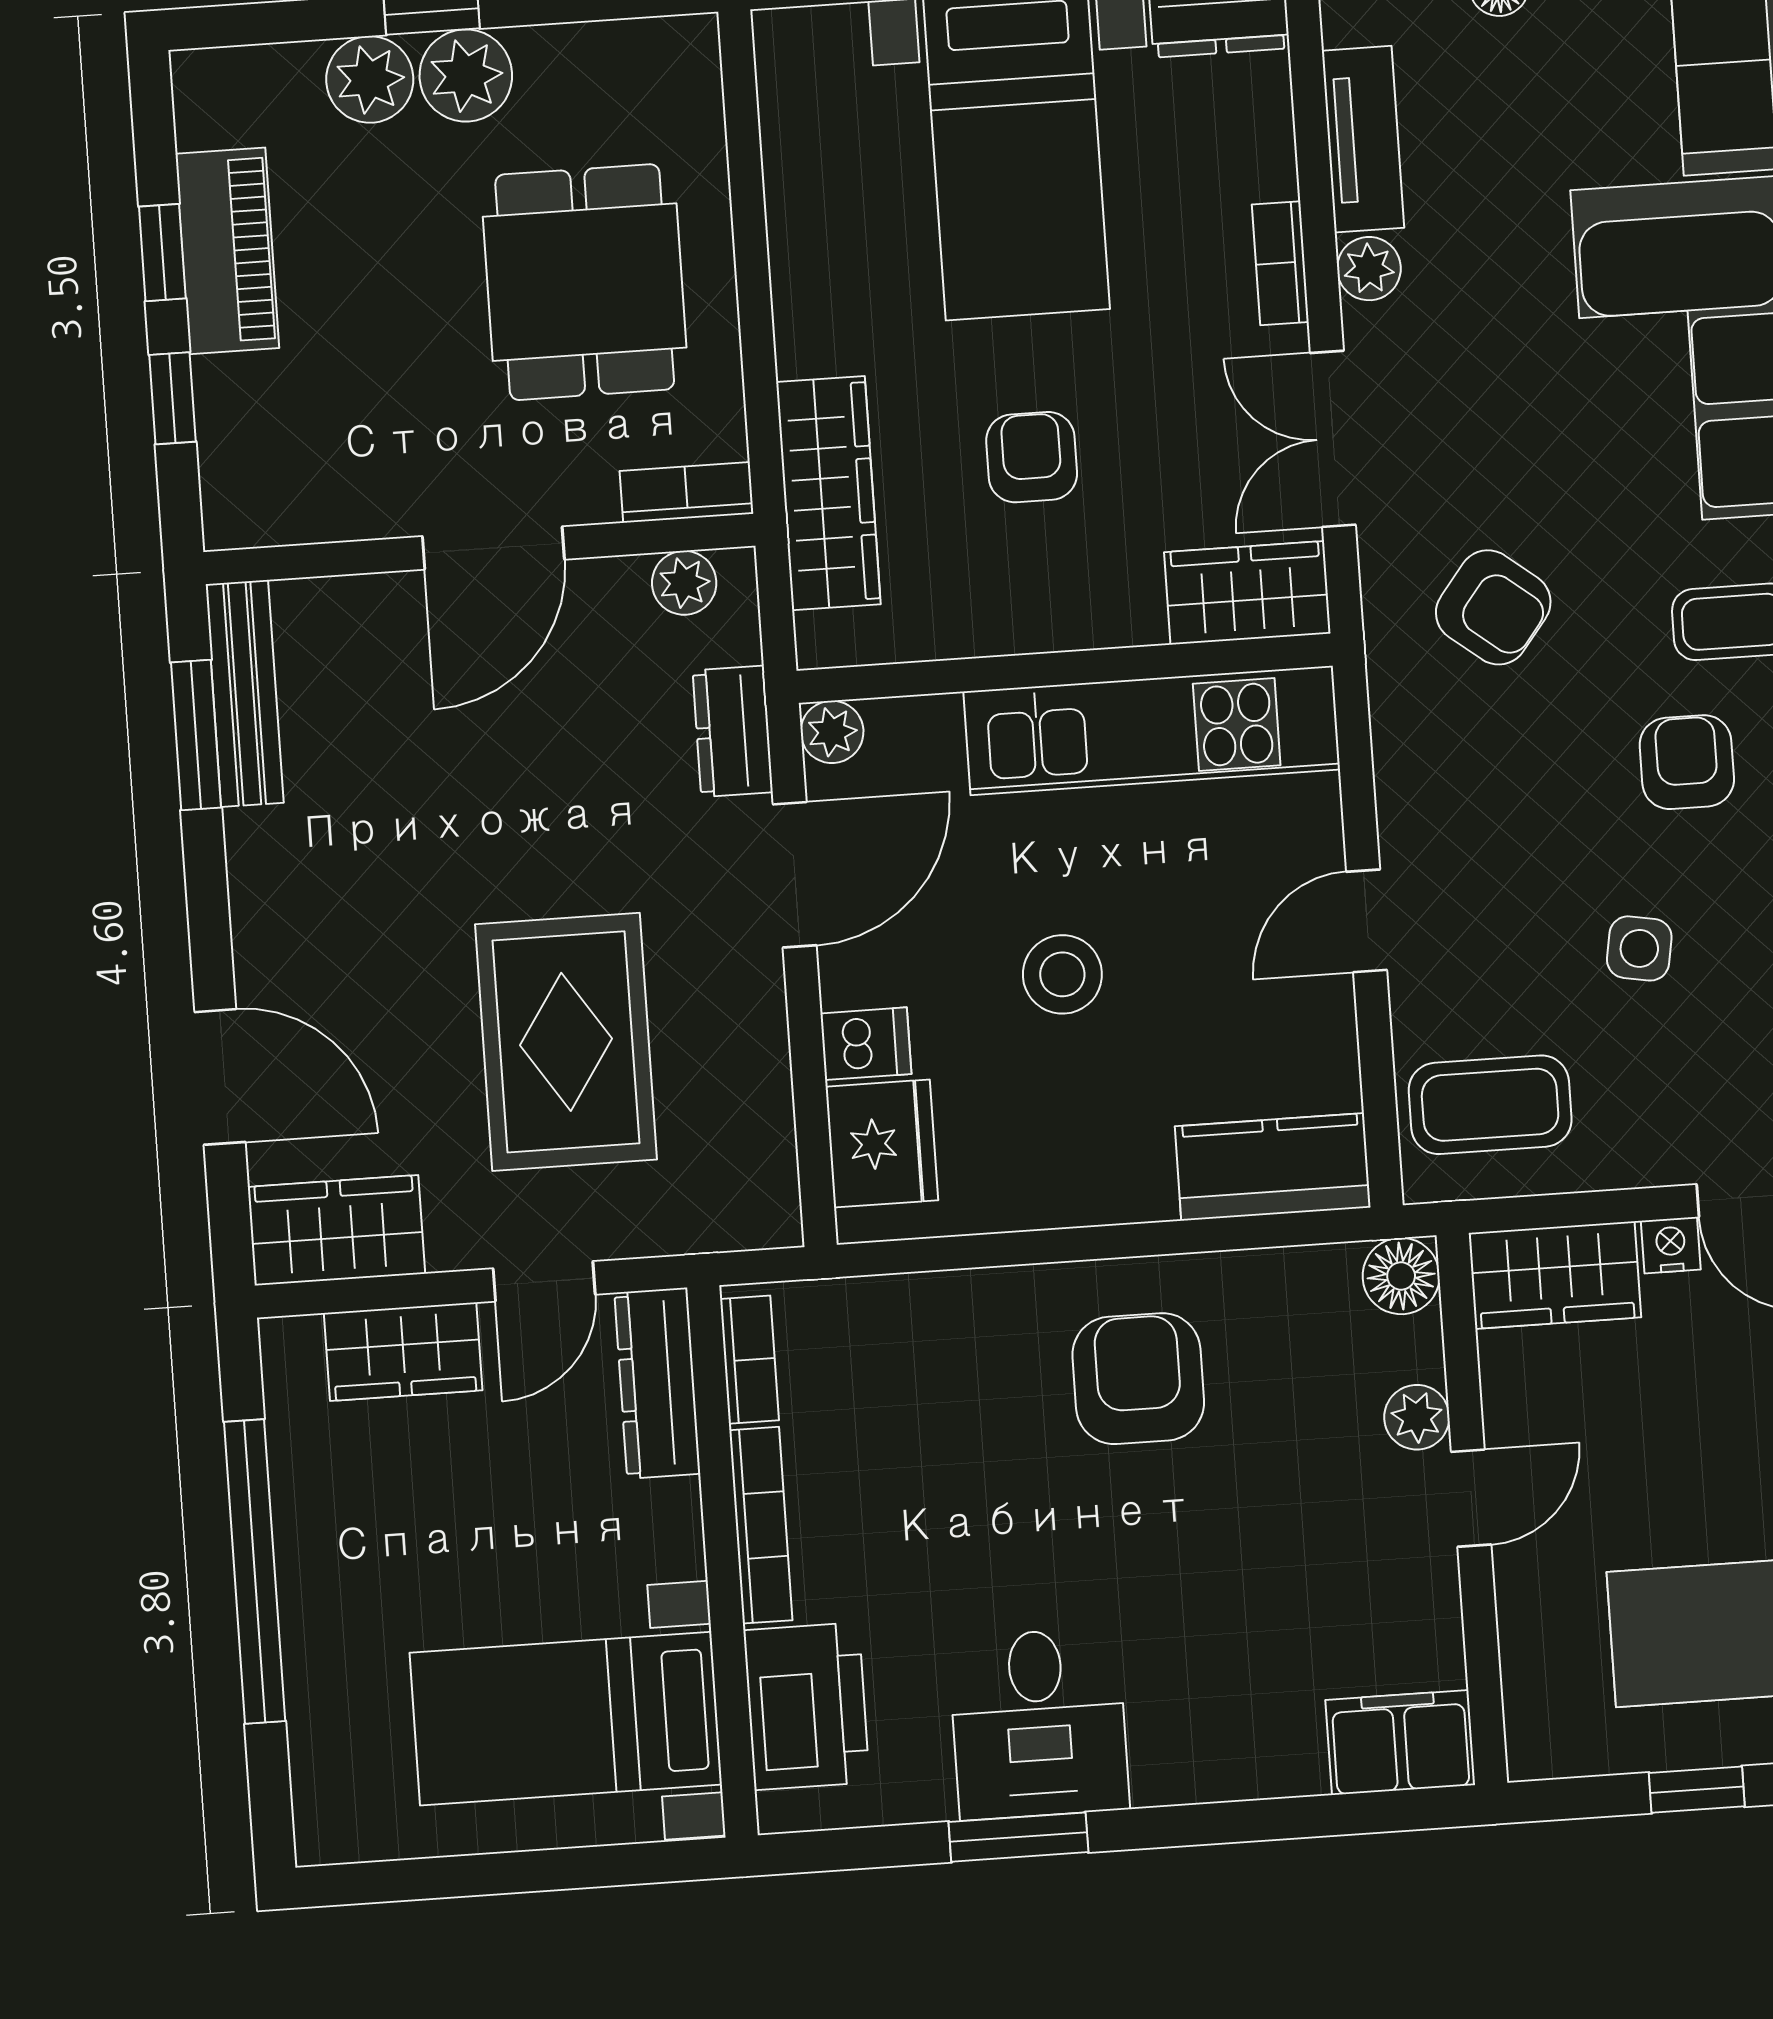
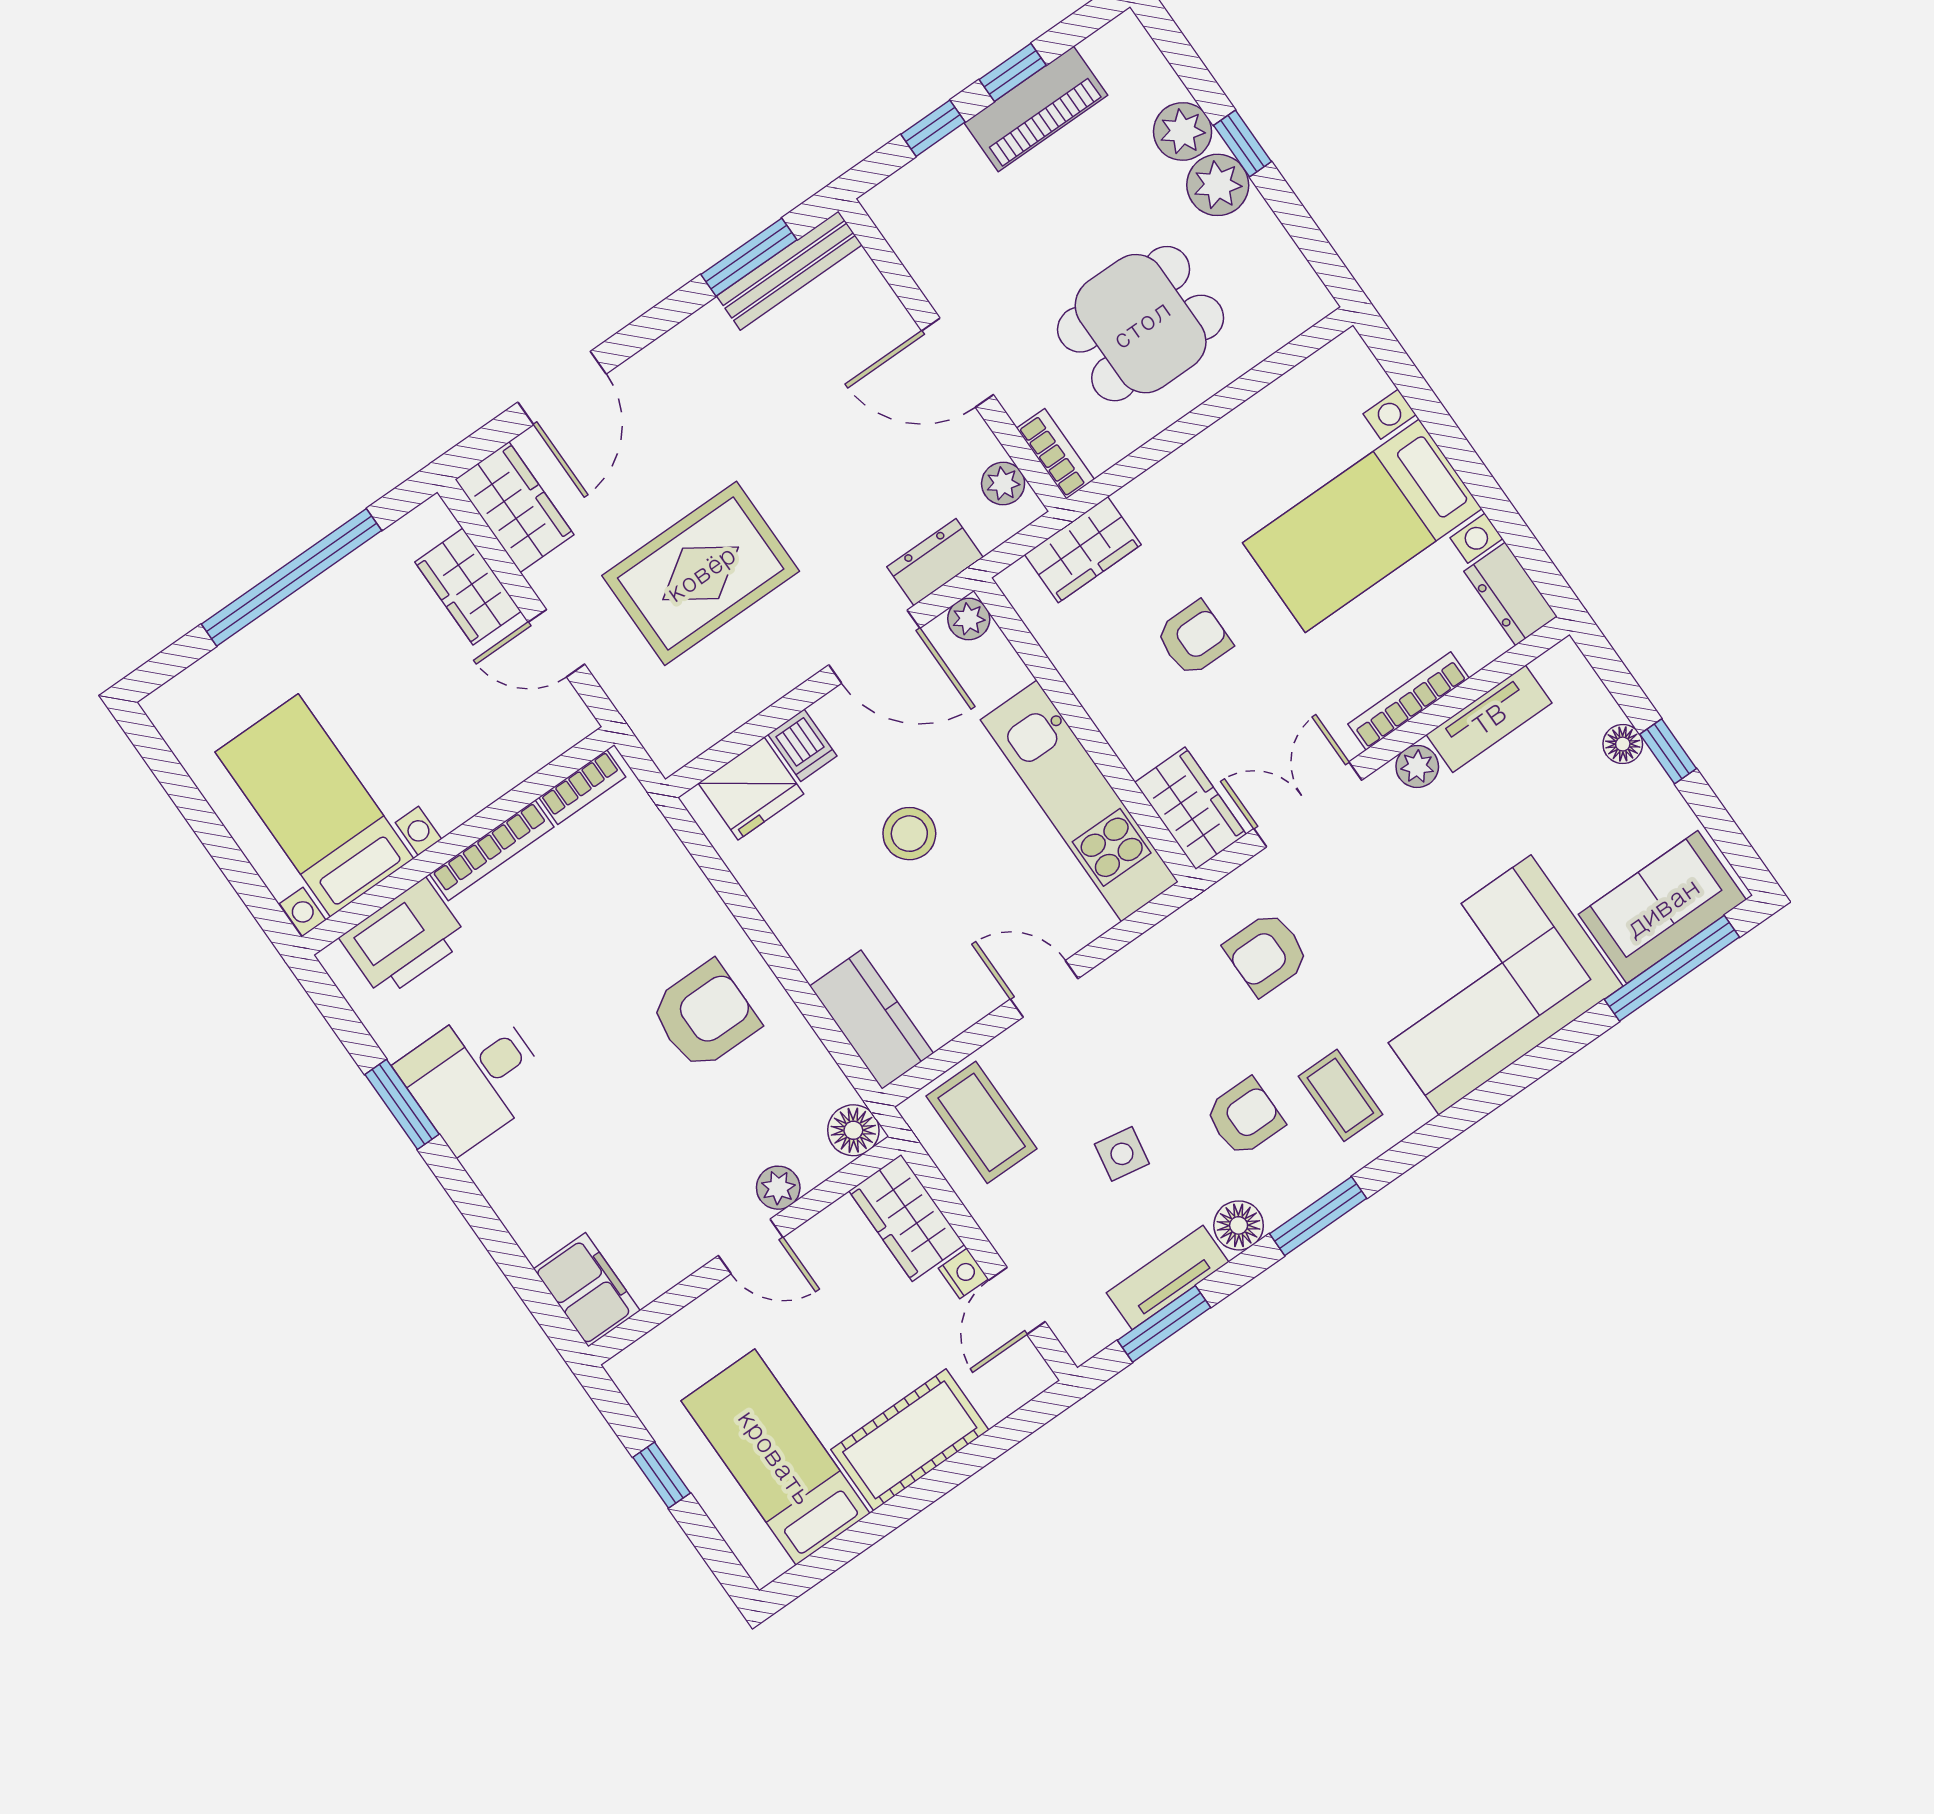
bookcase: (1280, 263) -> (1408, 701), width x1.56
wardrobe: (828, 493) -> (1083, 550), width x0.67
armchair: (1493, 607) -> (1267, 954), turned 52
dresser: (657, 1383) -> (537, 743), removed

